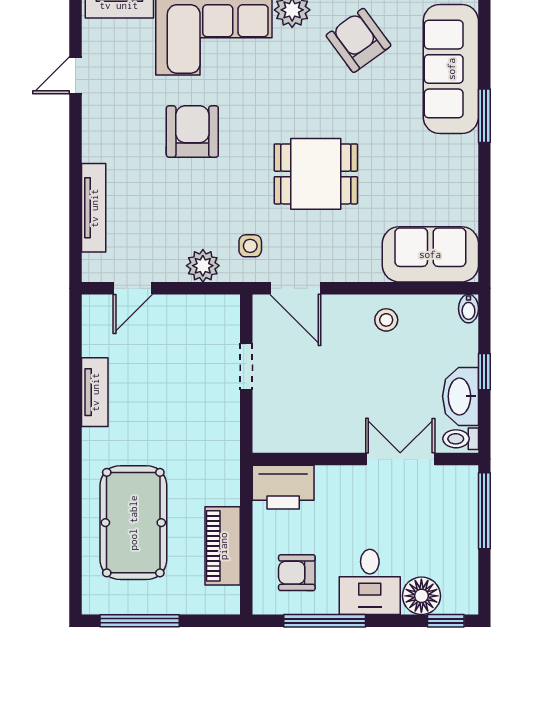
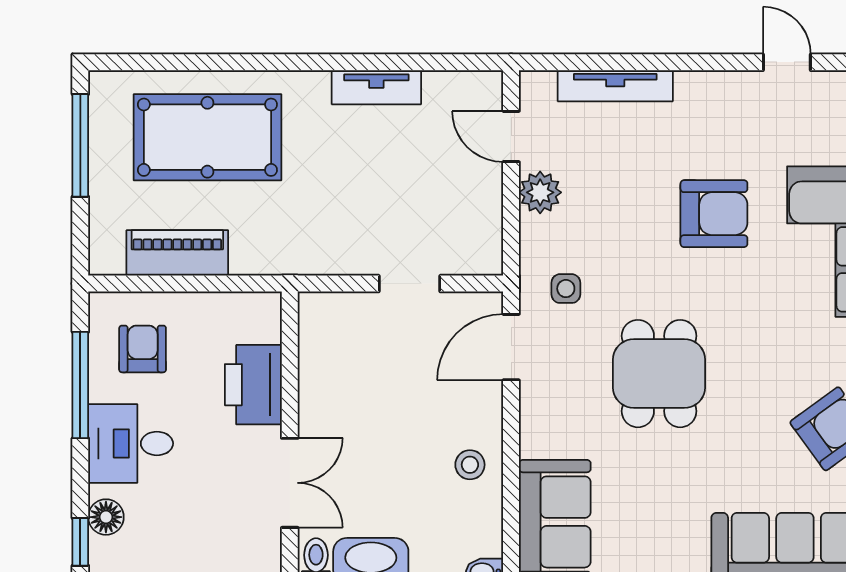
plant: (203, 266) -> (540, 192), moved
printer: (283, 487) -> (253, 385), moved
floor lamp: (421, 596) -> (106, 517), width x0.73, depth x0.73

